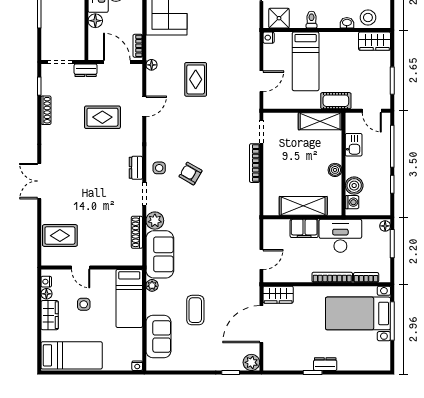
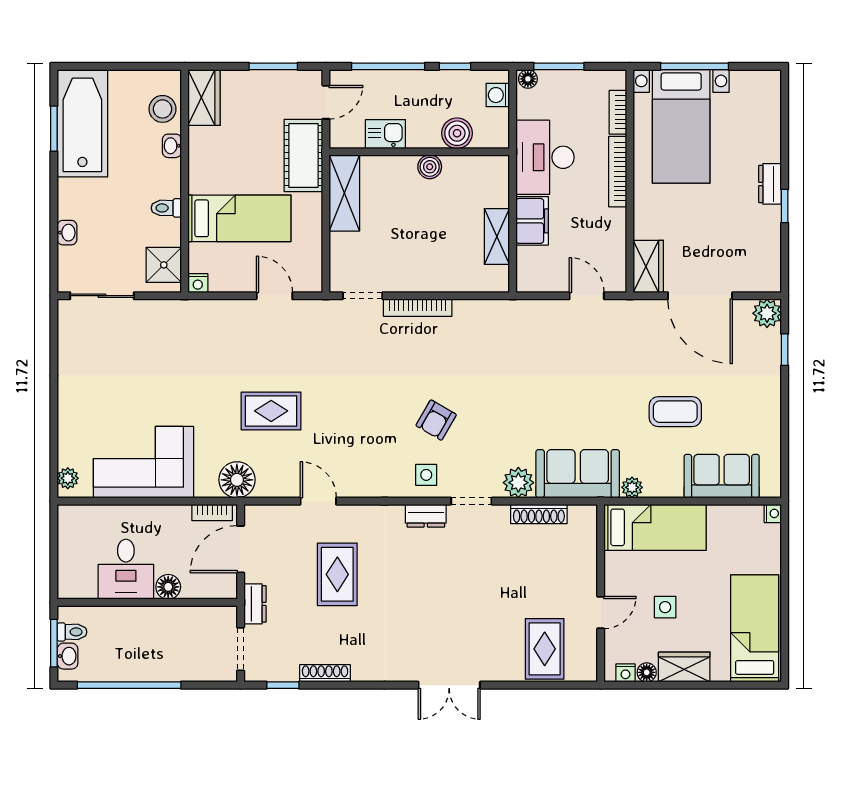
floor lamp: (152, 65) -> (237, 480), width x1.89, depth x1.89
cot: (336, 101) -> (303, 155), width x1.37, depth x1.34
washing machine: (352, 202) -> (498, 95), moved, turned -90
shelving: (303, 206) -> (497, 236), width x0.67, depth x0.75

